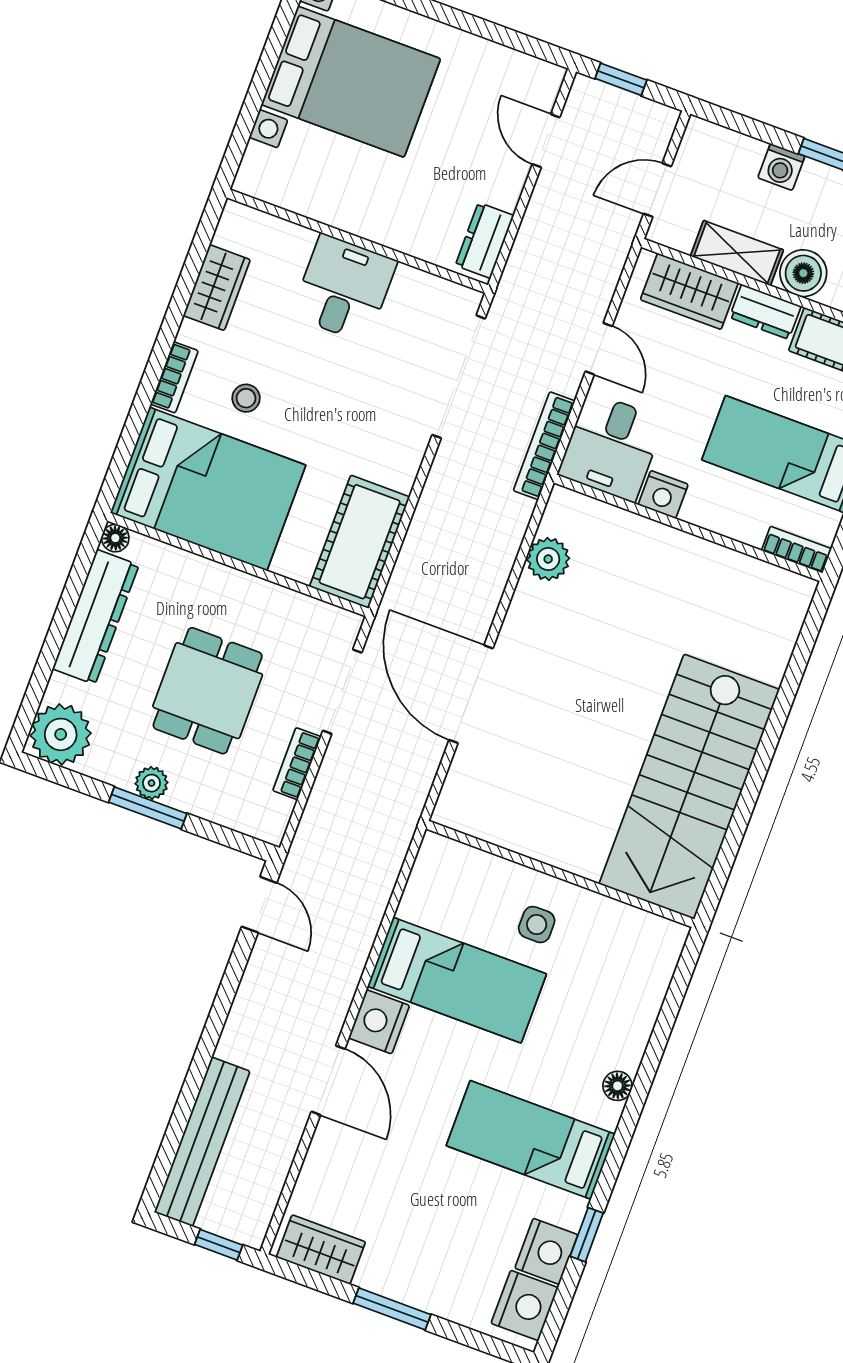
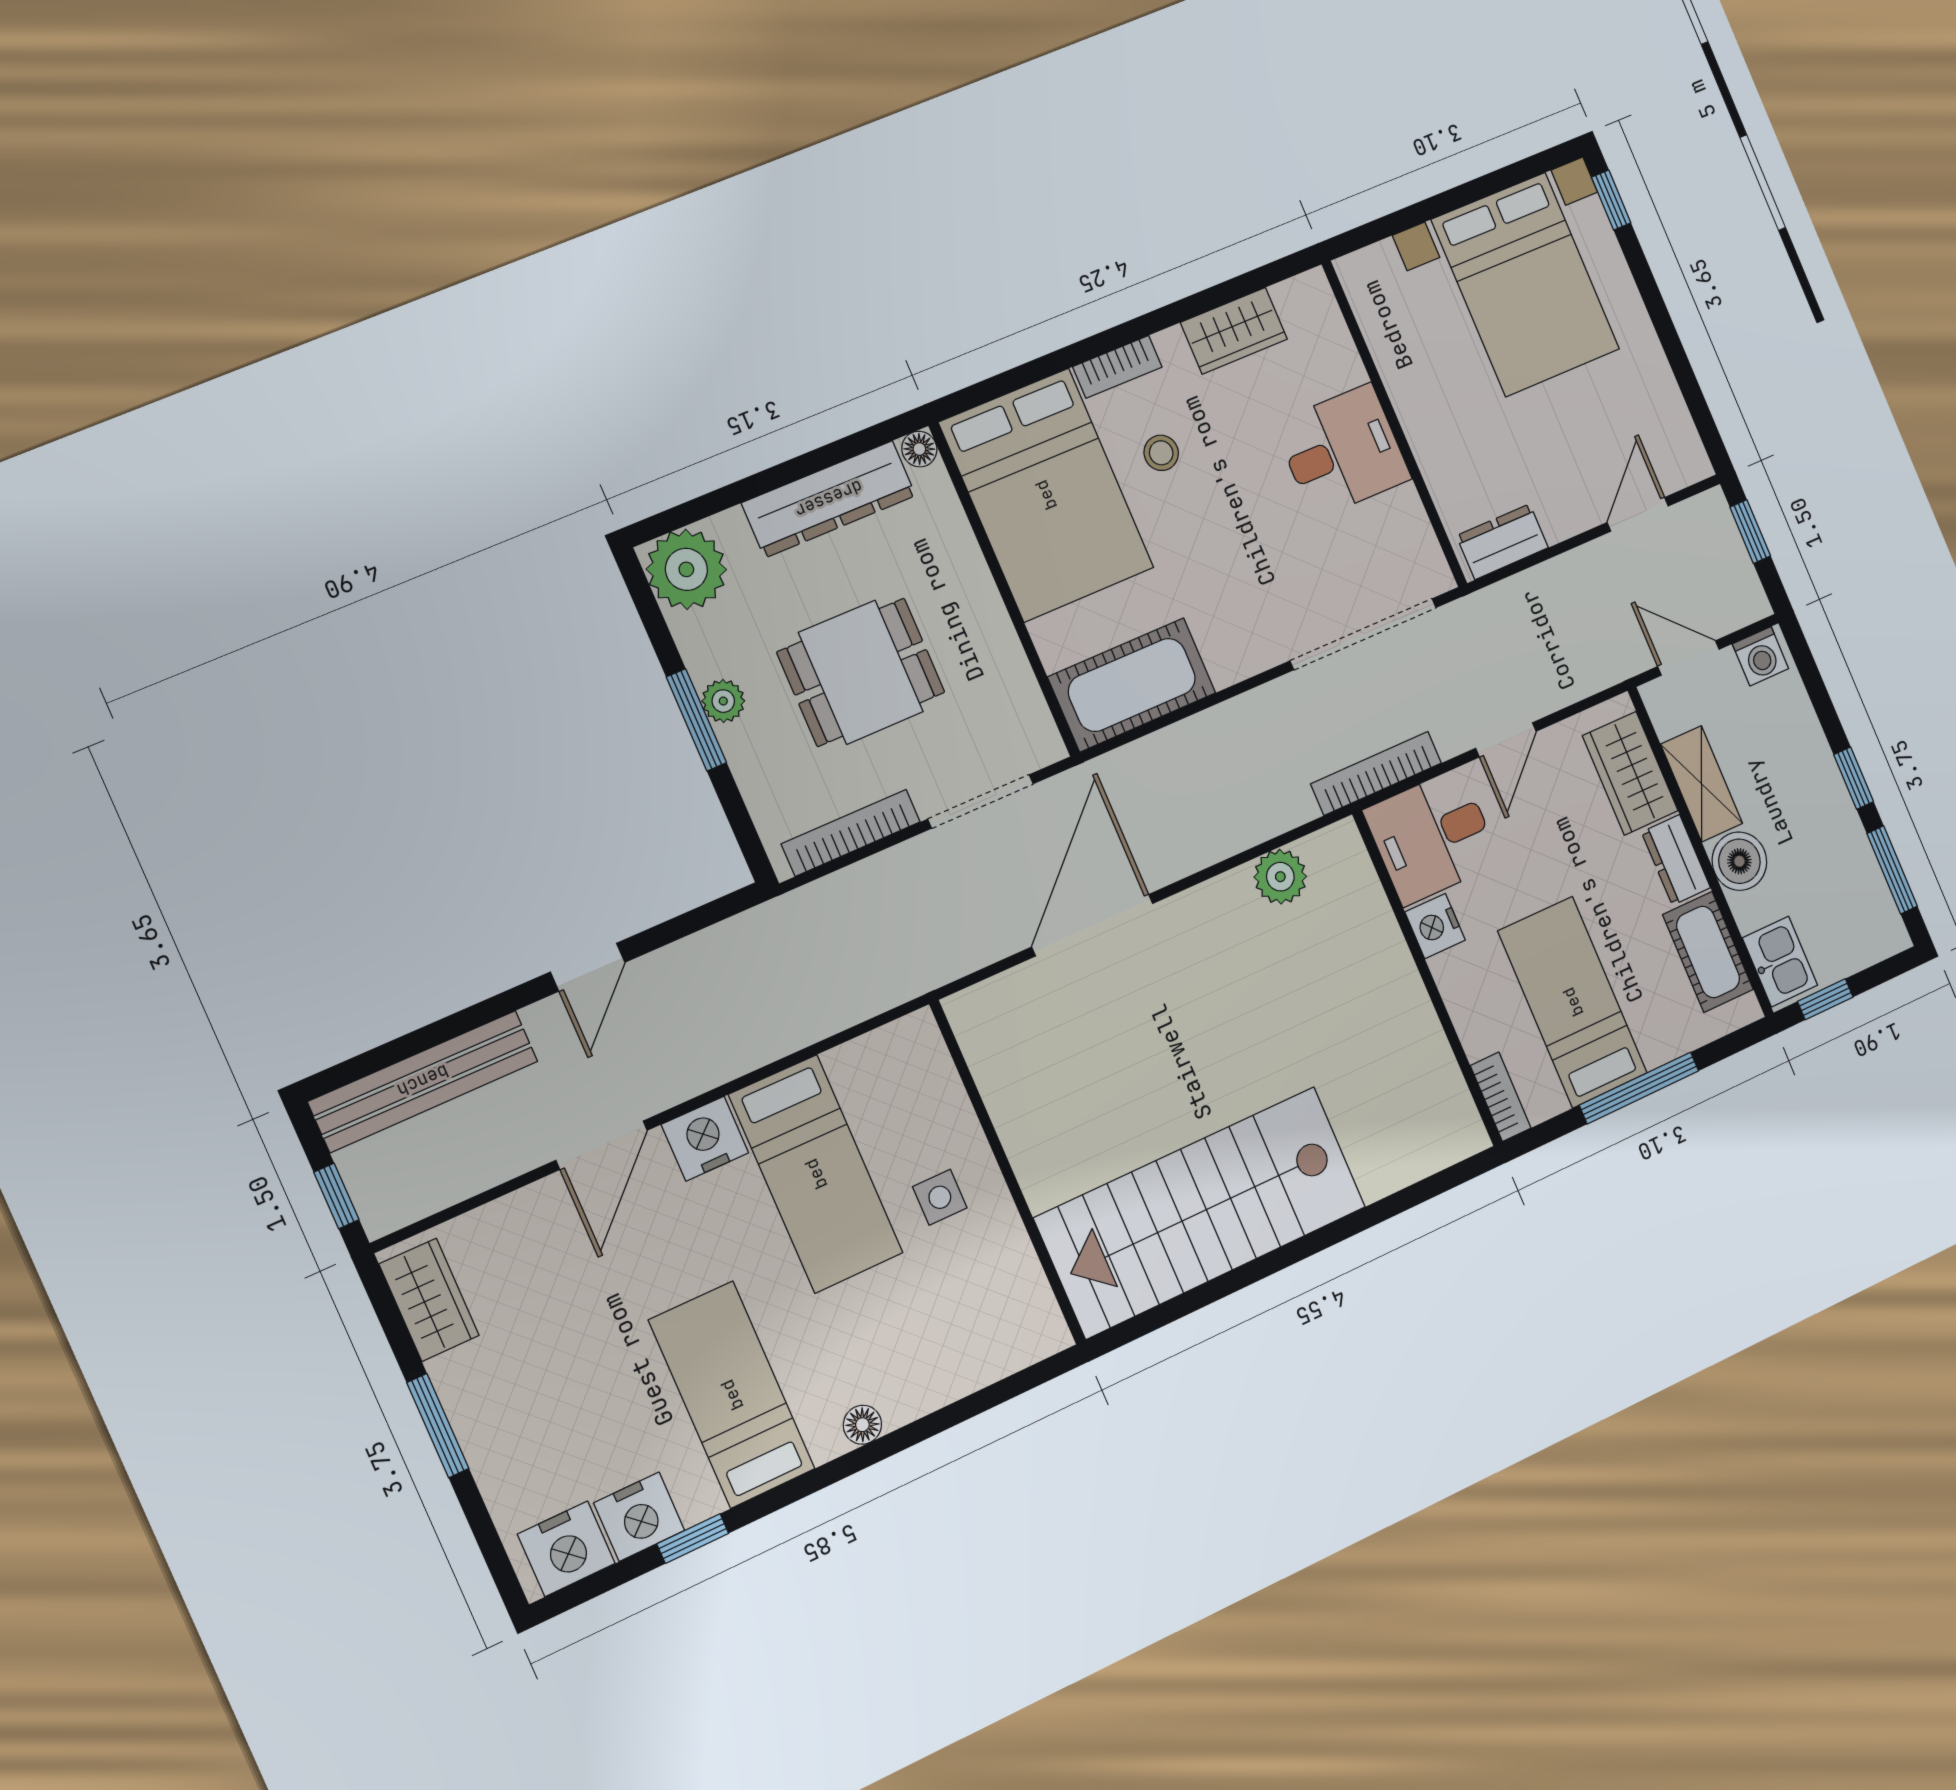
washing machine: (781, 167) -> (1760, 656), moved, turned -90
bookcase: (297, 764) -> (851, 833), width x1.56
door: (259, 905) -> (588, 967), moved

